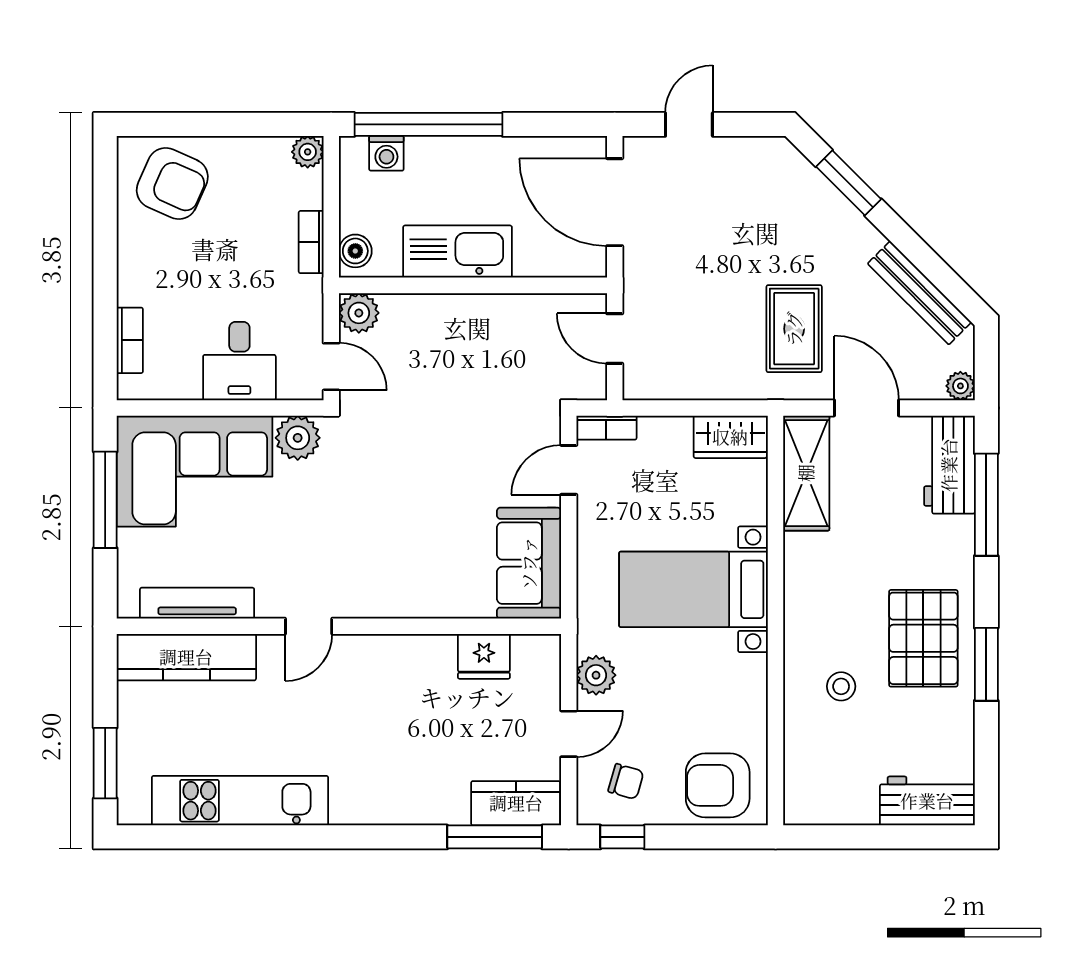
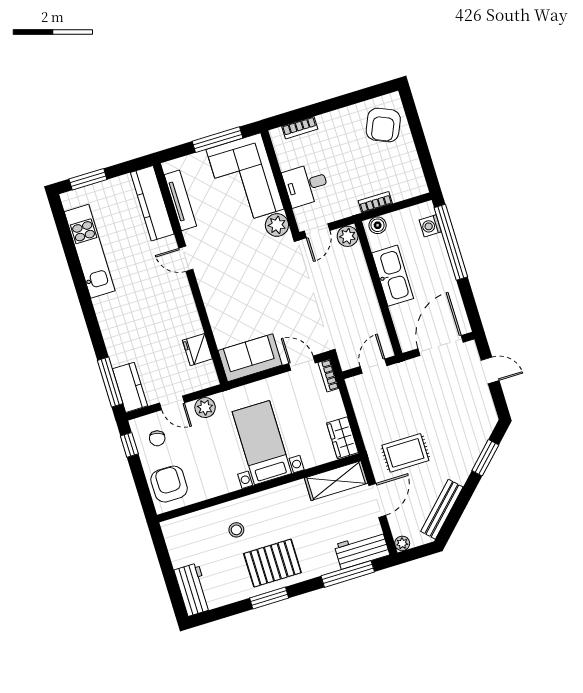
plant: (308, 152) -> (419, 187), removed

